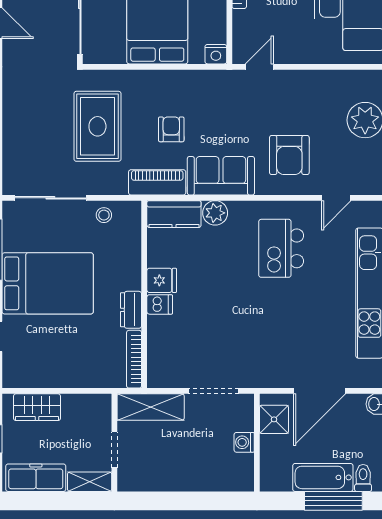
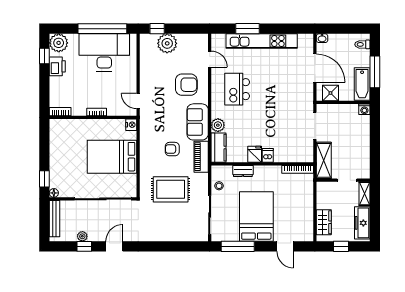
kitchen island: (281, 248) -> (237, 89), turned 90
dresser: (131, 310) -> (243, 171), moved
washing machine: (244, 442) -> (364, 109), moved
bathtub: (323, 477) -> (362, 84), moved
window: (333, 501) -> (375, 72), moved

